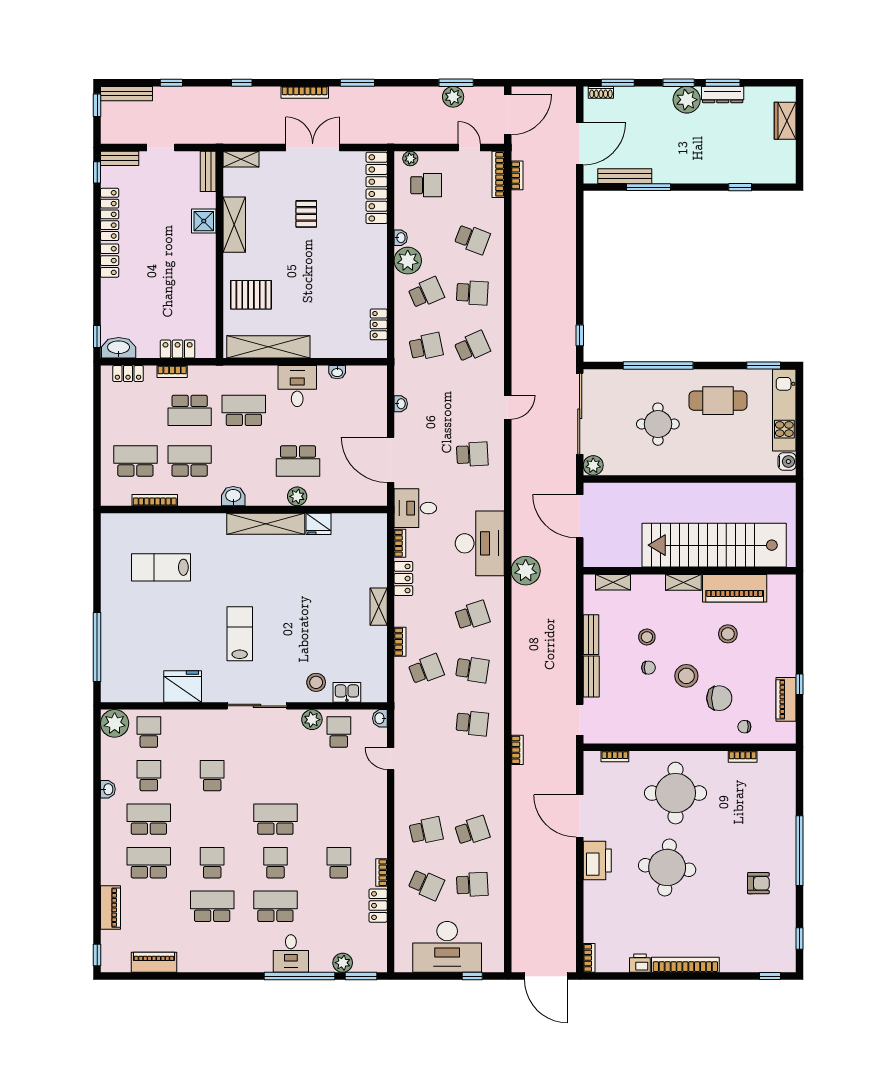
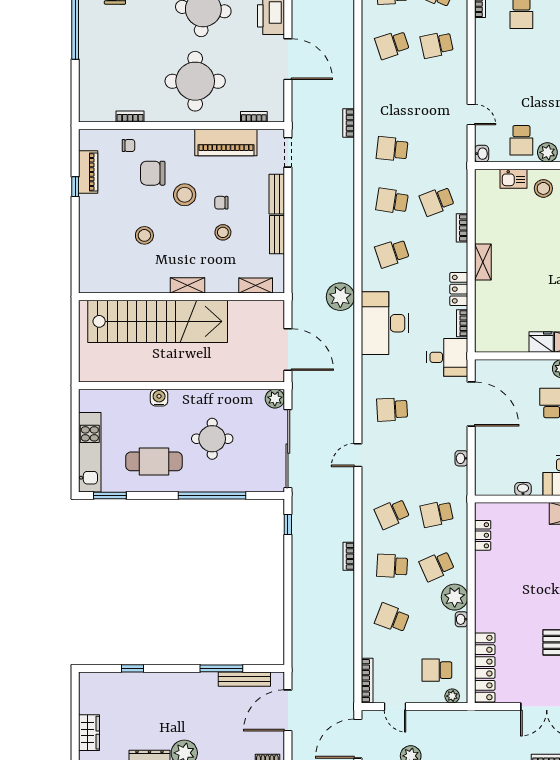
bookcase: (517, 175) -> (349, 556), moved
water cooler: (787, 461) -> (159, 398), moved, turned 90
piano: (735, 588) -> (226, 142), moved, turned 180

